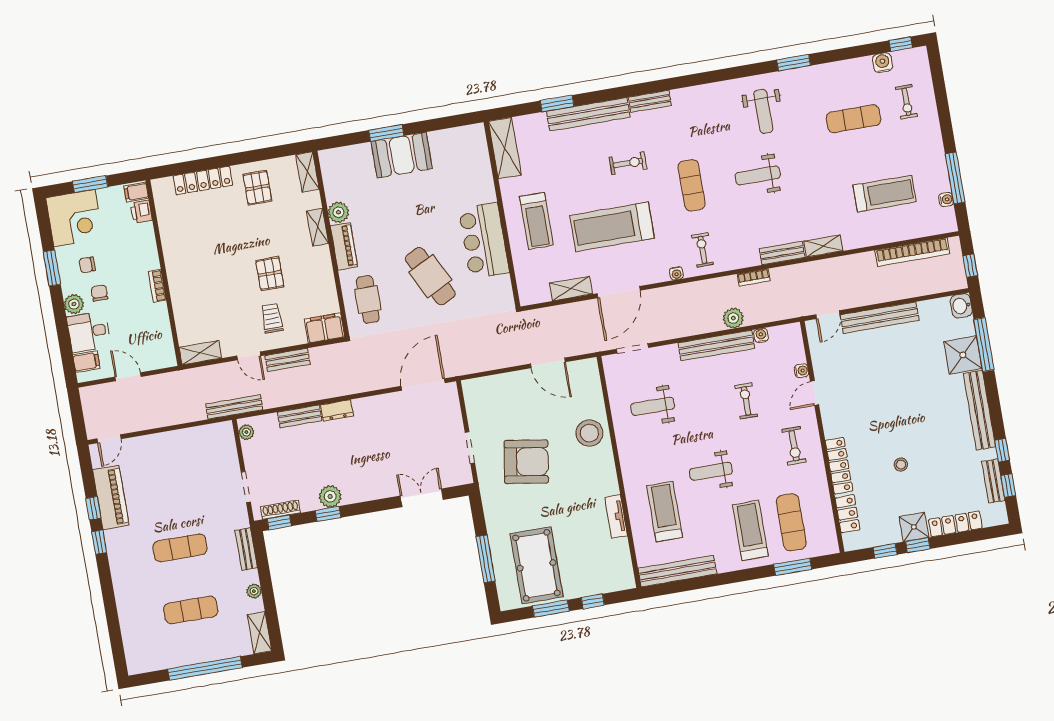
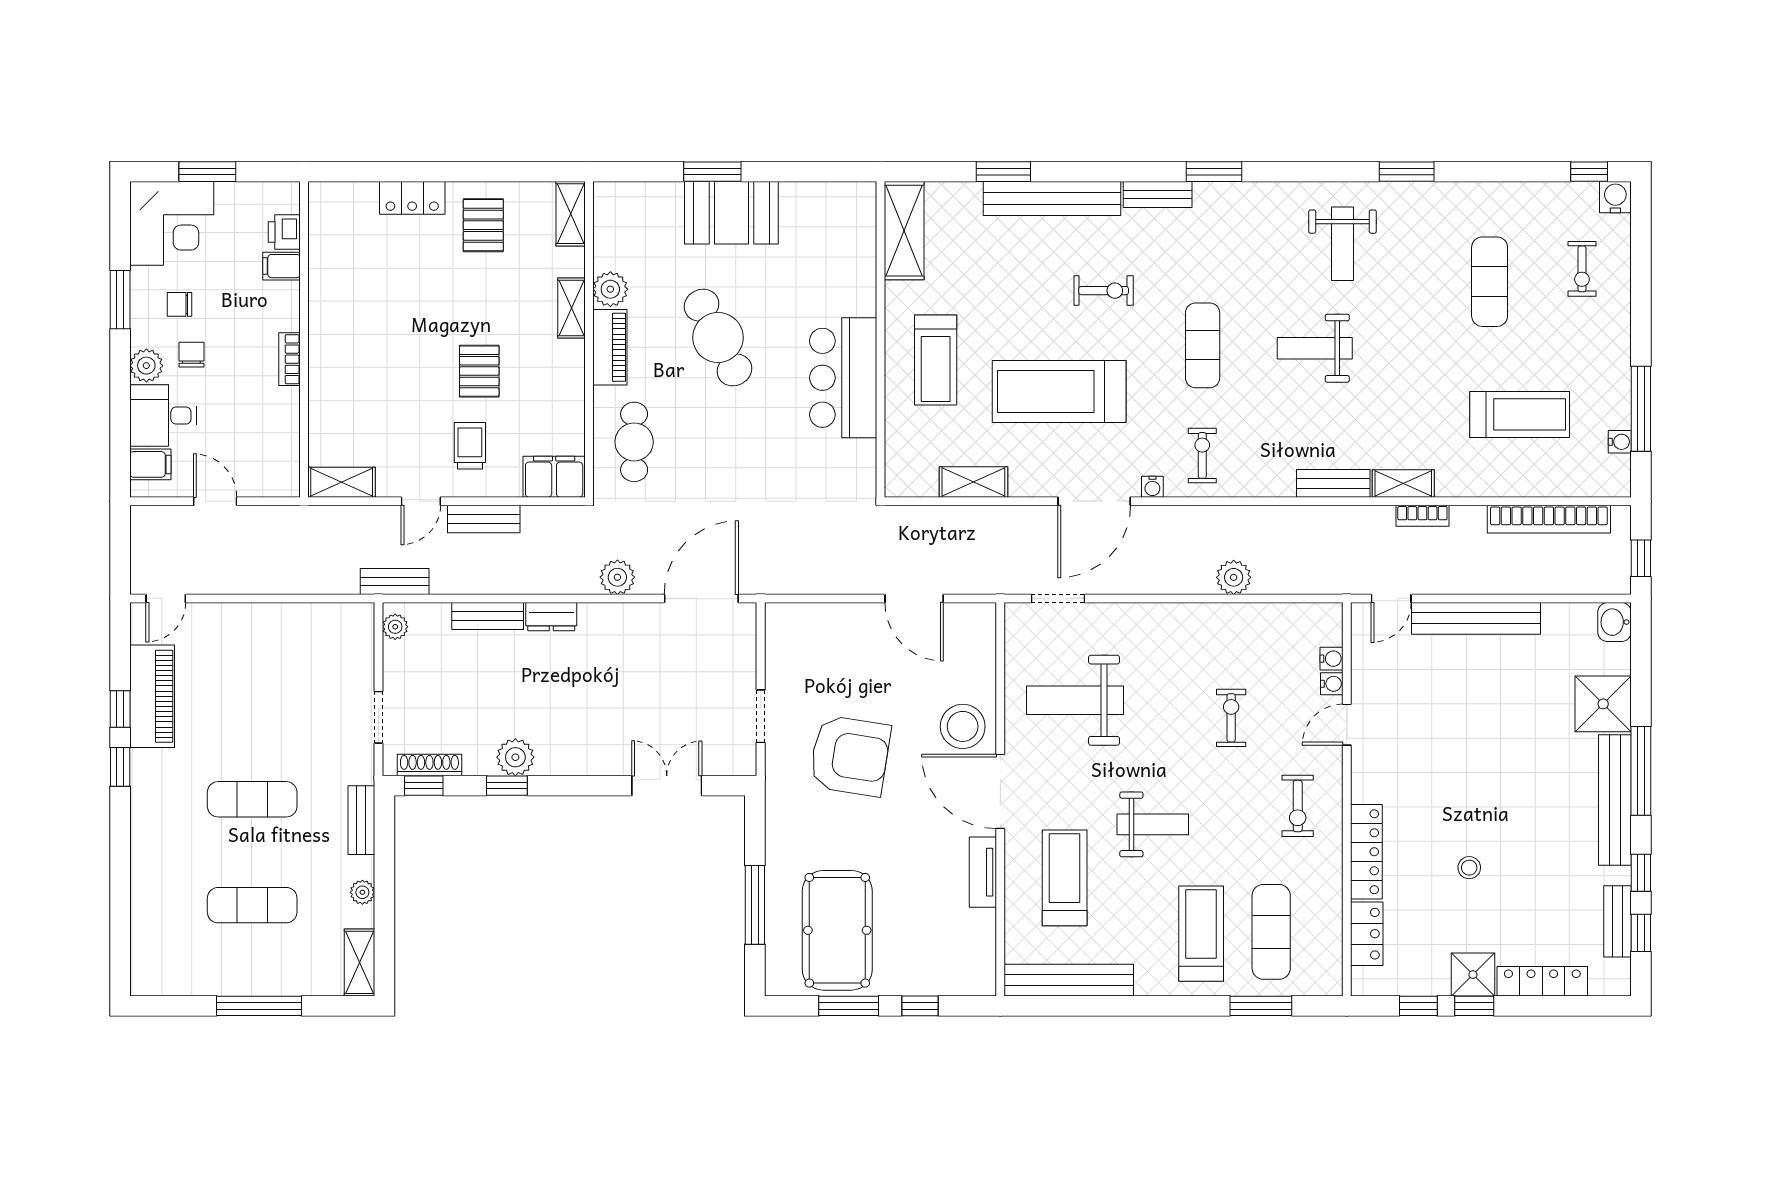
water cooler: (883, 63) -> (1615, 197), moved
window: (681, 82) -> (1214, 172), added
exercise mat: (853, 119) -> (1490, 282), turned 90
locker: (203, 181) -> (412, 198), width x0.66
filing cabinet: (136, 192) -> (281, 266), moved
cafe table: (430, 276) -> (718, 338), moved
bookcase: (754, 277) -> (1422, 516), moved
door: (619, 292) -> (1094, 501), moved
water cooler: (761, 335) -> (1331, 659), moved, turned 90
window: (984, 345) -> (1641, 771), moved
bench: (716, 346) -> (1198, 618), removed
door: (249, 356) -> (421, 501), hinge flipped
plant: (372, 381) -> (617, 577), added
weight bench: (653, 406) -> (1075, 700), width x1.36, depth x1.33
bench: (234, 407) -> (395, 582), width x0.73
door: (618, 467) -> (1000, 791), added
weight bench: (711, 471) -> (1153, 824), turned 180
window: (205, 668) -> (259, 1006), width x0.68

